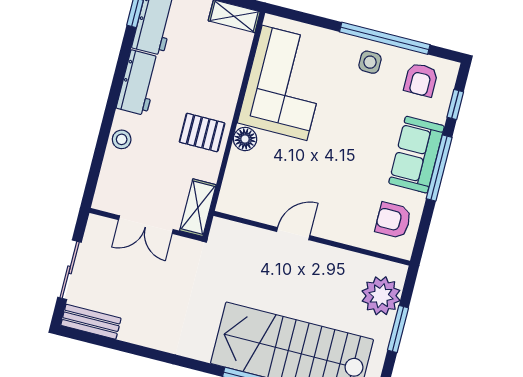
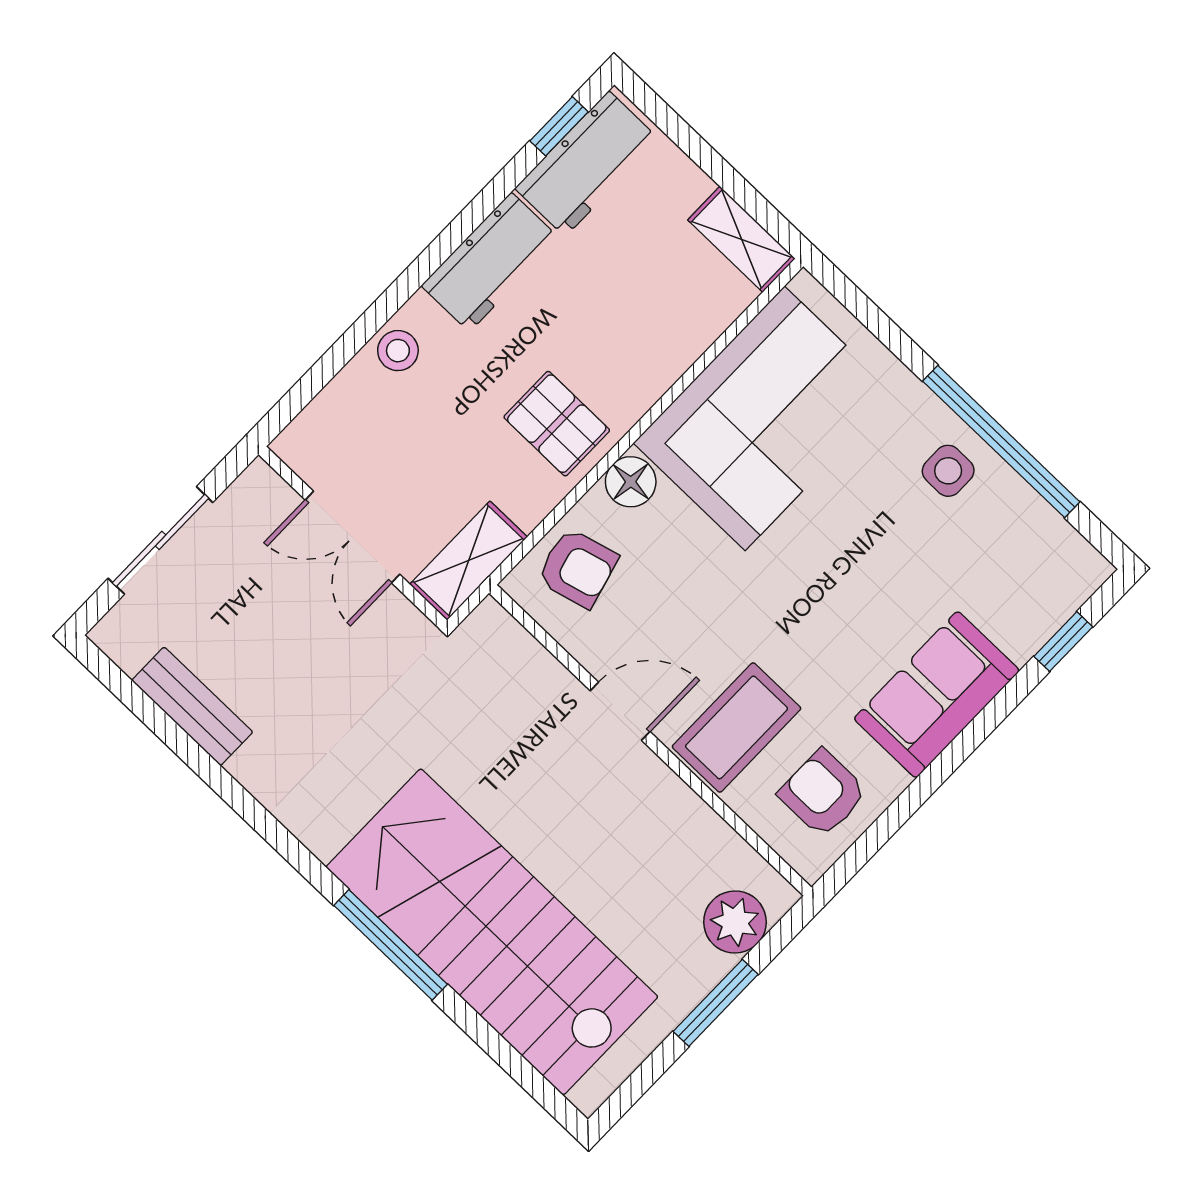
armchair: (421, 80) -> (577, 568), moved, turned -105
window: (439, 168) -> (965, 744), removed
coffee table: (344, 214) -> (737, 727), added
plant: (381, 296) -> (735, 922), width x0.73, depth x0.73
bench: (91, 322) -> (192, 706), moved

